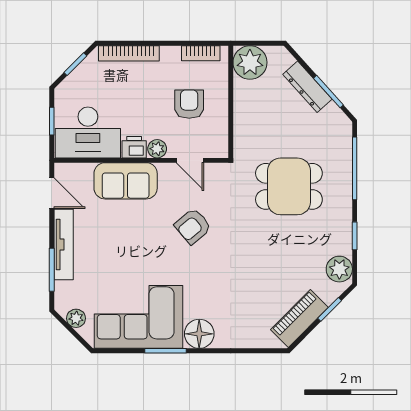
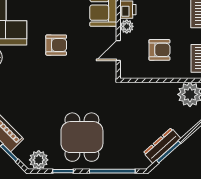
dresser: (307, 87) -> (162, 146), moved
dining table: (289, 186) -> (82, 137), moved
armchair: (193, 226) -> (56, 45), moved, turned 130

